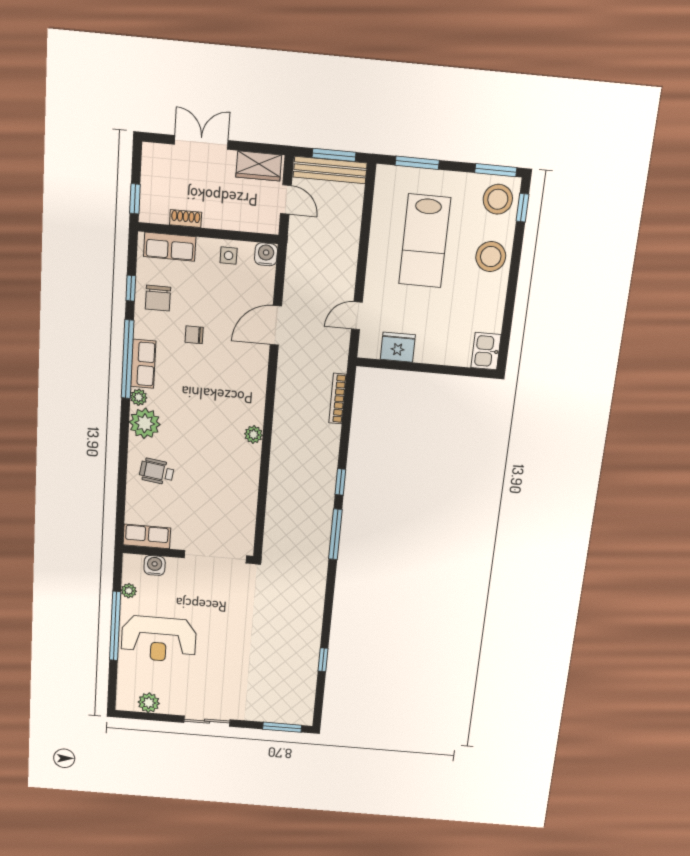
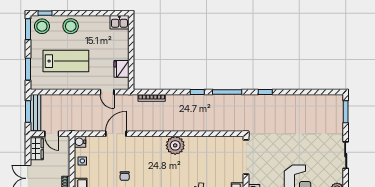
door: (286, 200) -> (52, 134), swing flipped
door: (276, 325) -> (116, 134), swing flipped
plant: (253, 435) -> (175, 145), width x1.87, depth x1.87
window: (323, 660) -> (265, 92), moved

